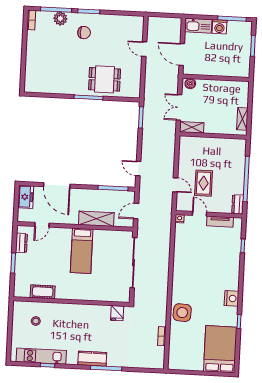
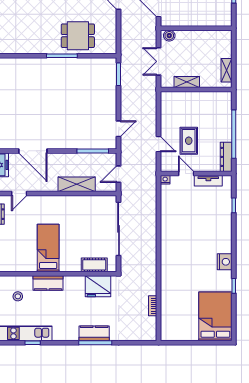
shelving: (192, 127) -> (187, 82), moved
door: (138, 169) -> (119, 129), swing flipped
dresser: (238, 204) -> (226, 157), width x1.44
bed: (82, 251) -> (48, 248), moved, turned 180
cot: (43, 292) -> (94, 265), moved
kitchen counter: (65, 310) -> (48, 283), added
fridge: (117, 313) -> (98, 286), width x1.88, depth x1.34
side table: (182, 313) -> (173, 279), removed
kitchen counter: (92, 359) -> (94, 333), moved

